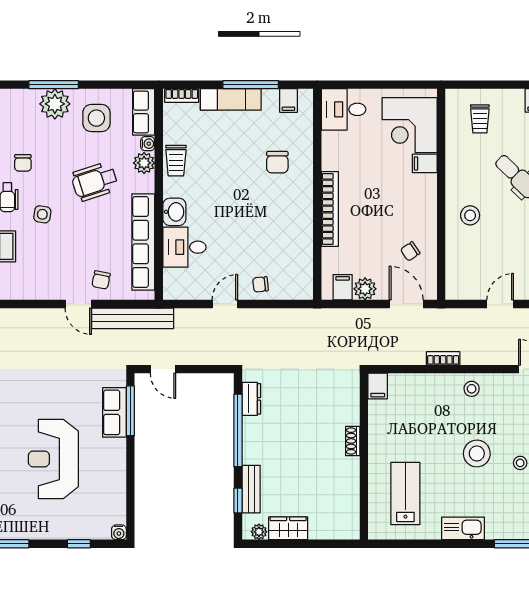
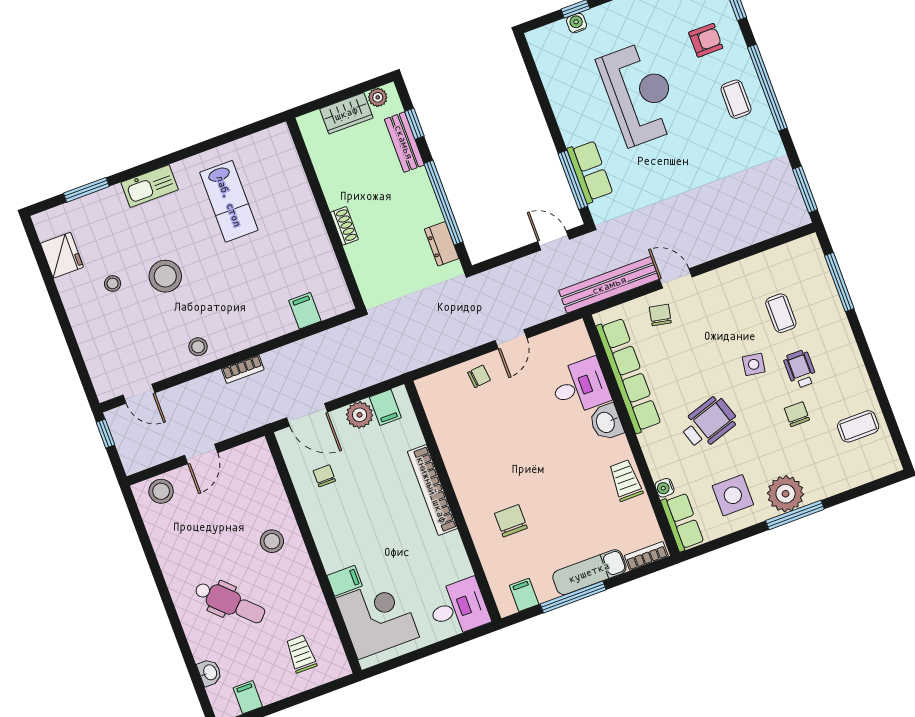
plant: (144, 163) -> (661, 465), removed
chair: (410, 251) -> (324, 476), turned -56
shoe rack: (353, 441) -> (344, 226), moved
wall: (364, 456) -> (325, 213), moved
water cooler: (119, 532) -> (577, 23), moved

